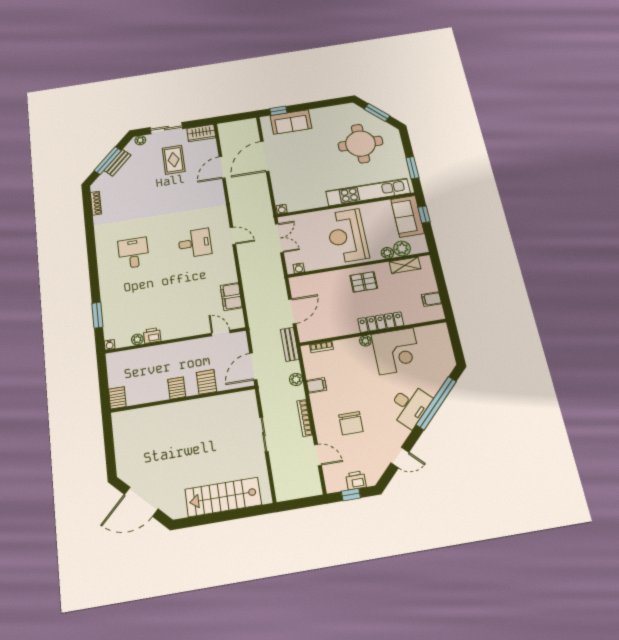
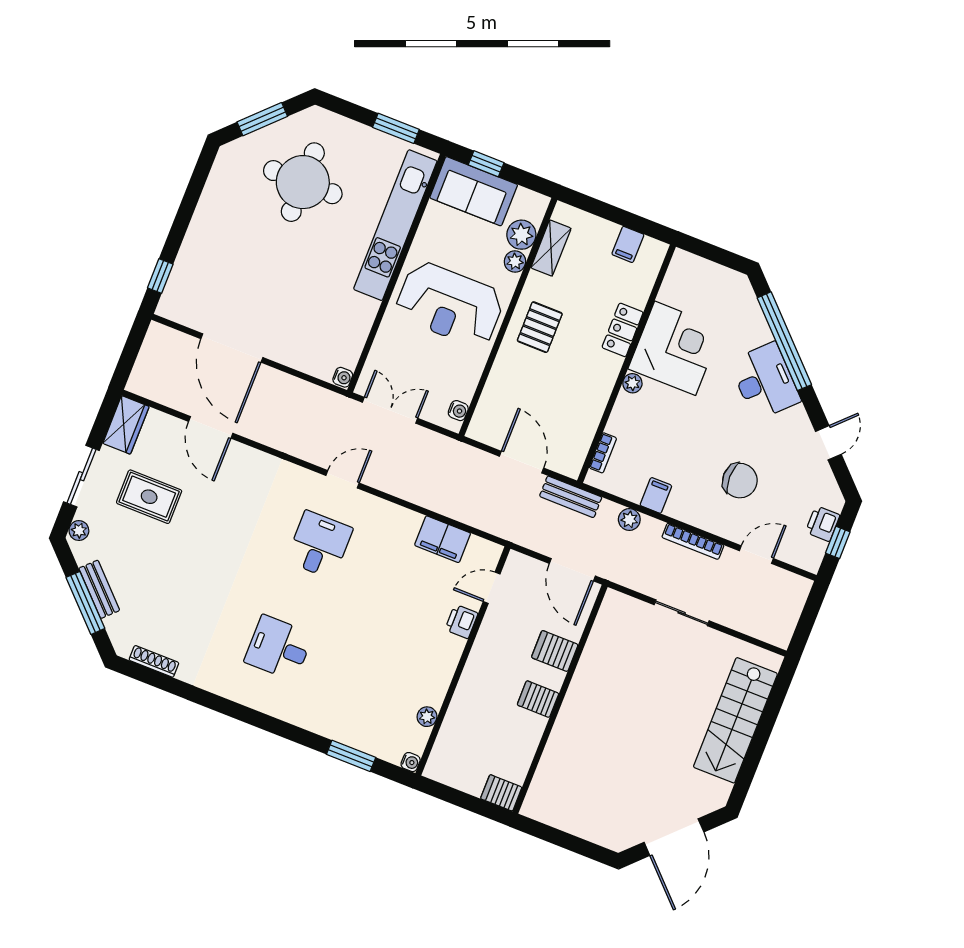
sofa: (291, 122) -> (194, 268), removed
locker: (381, 322) -> (623, 330), width x0.66
printer: (152, 335) -> (461, 622), moved

